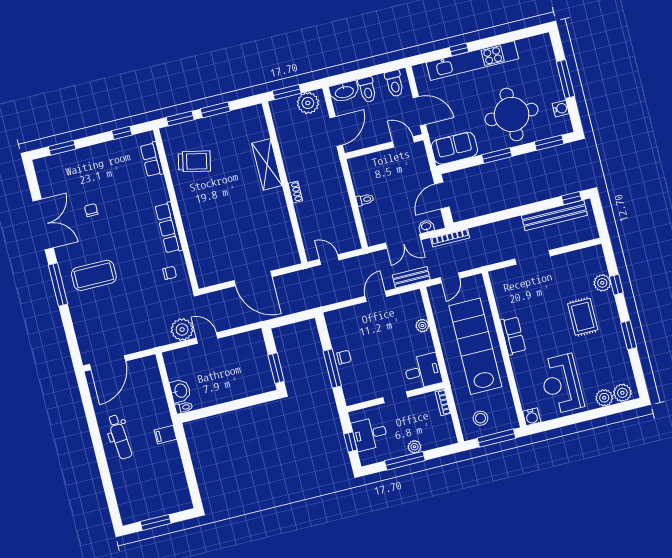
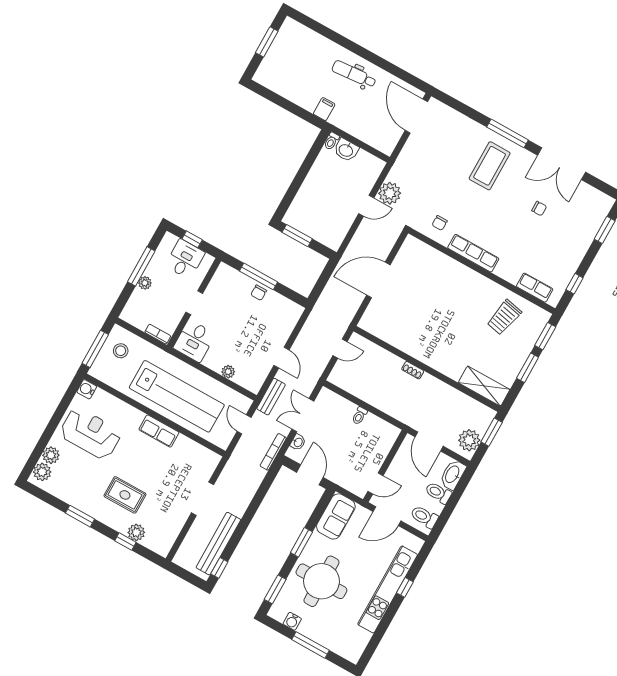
shelving: (267, 164) -> (484, 386), moved

